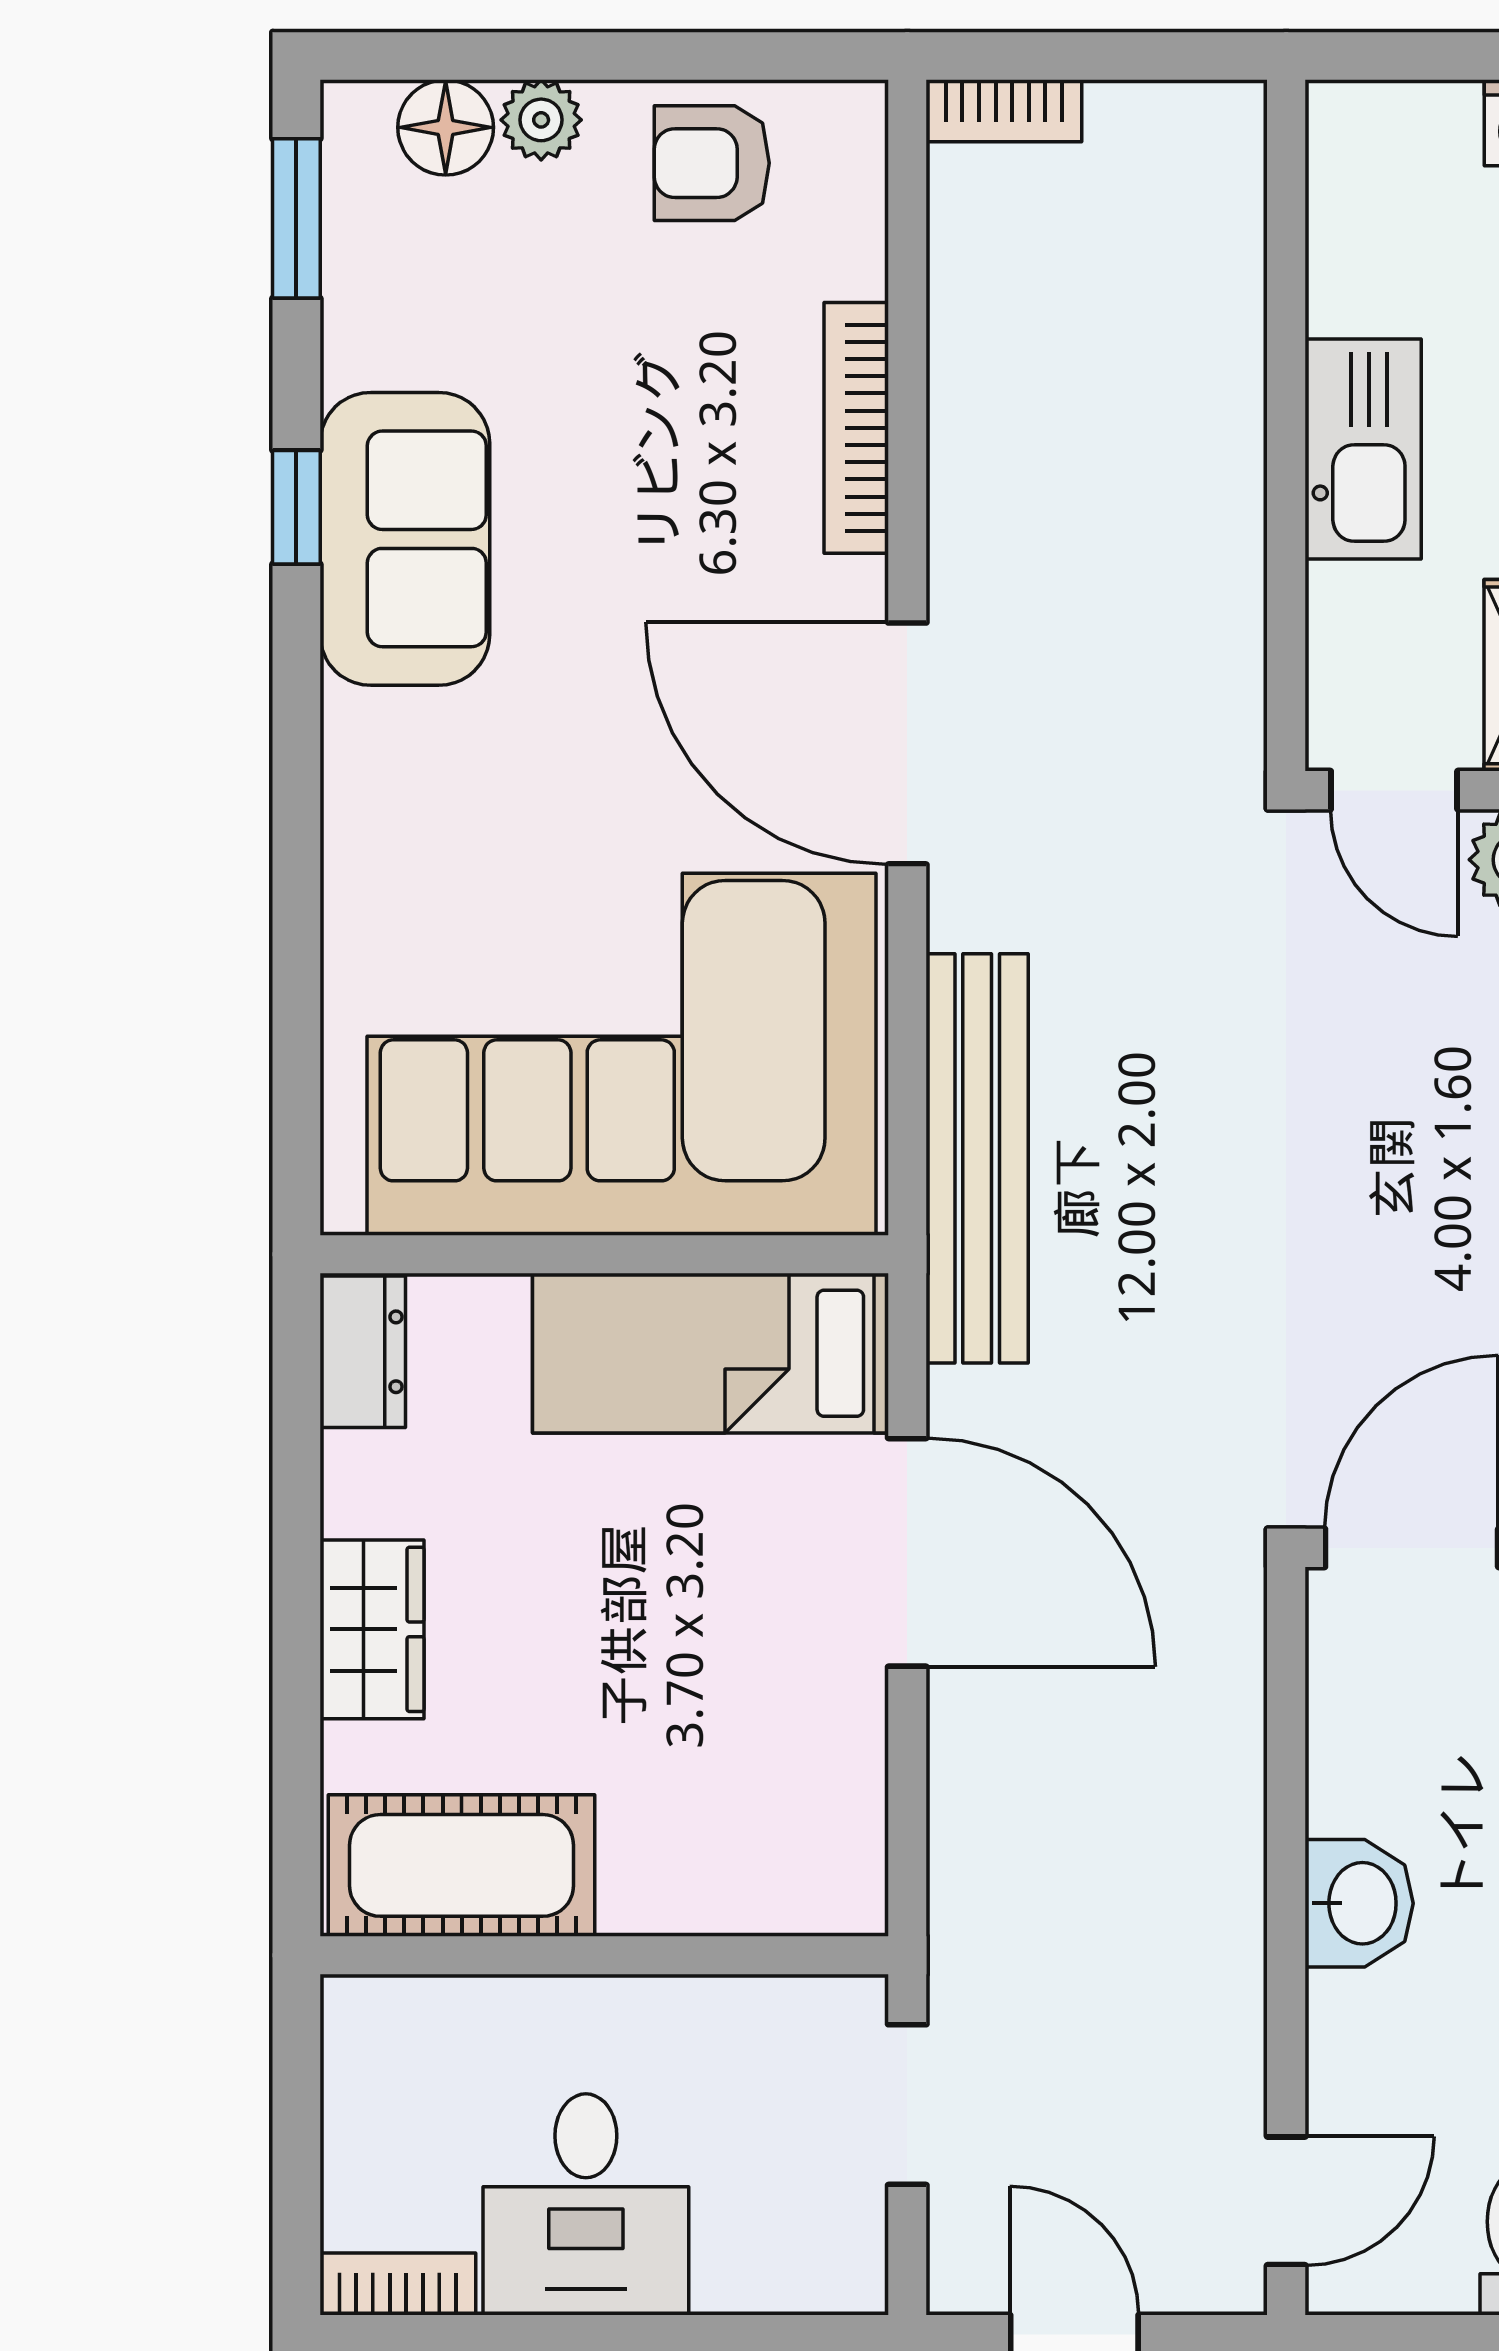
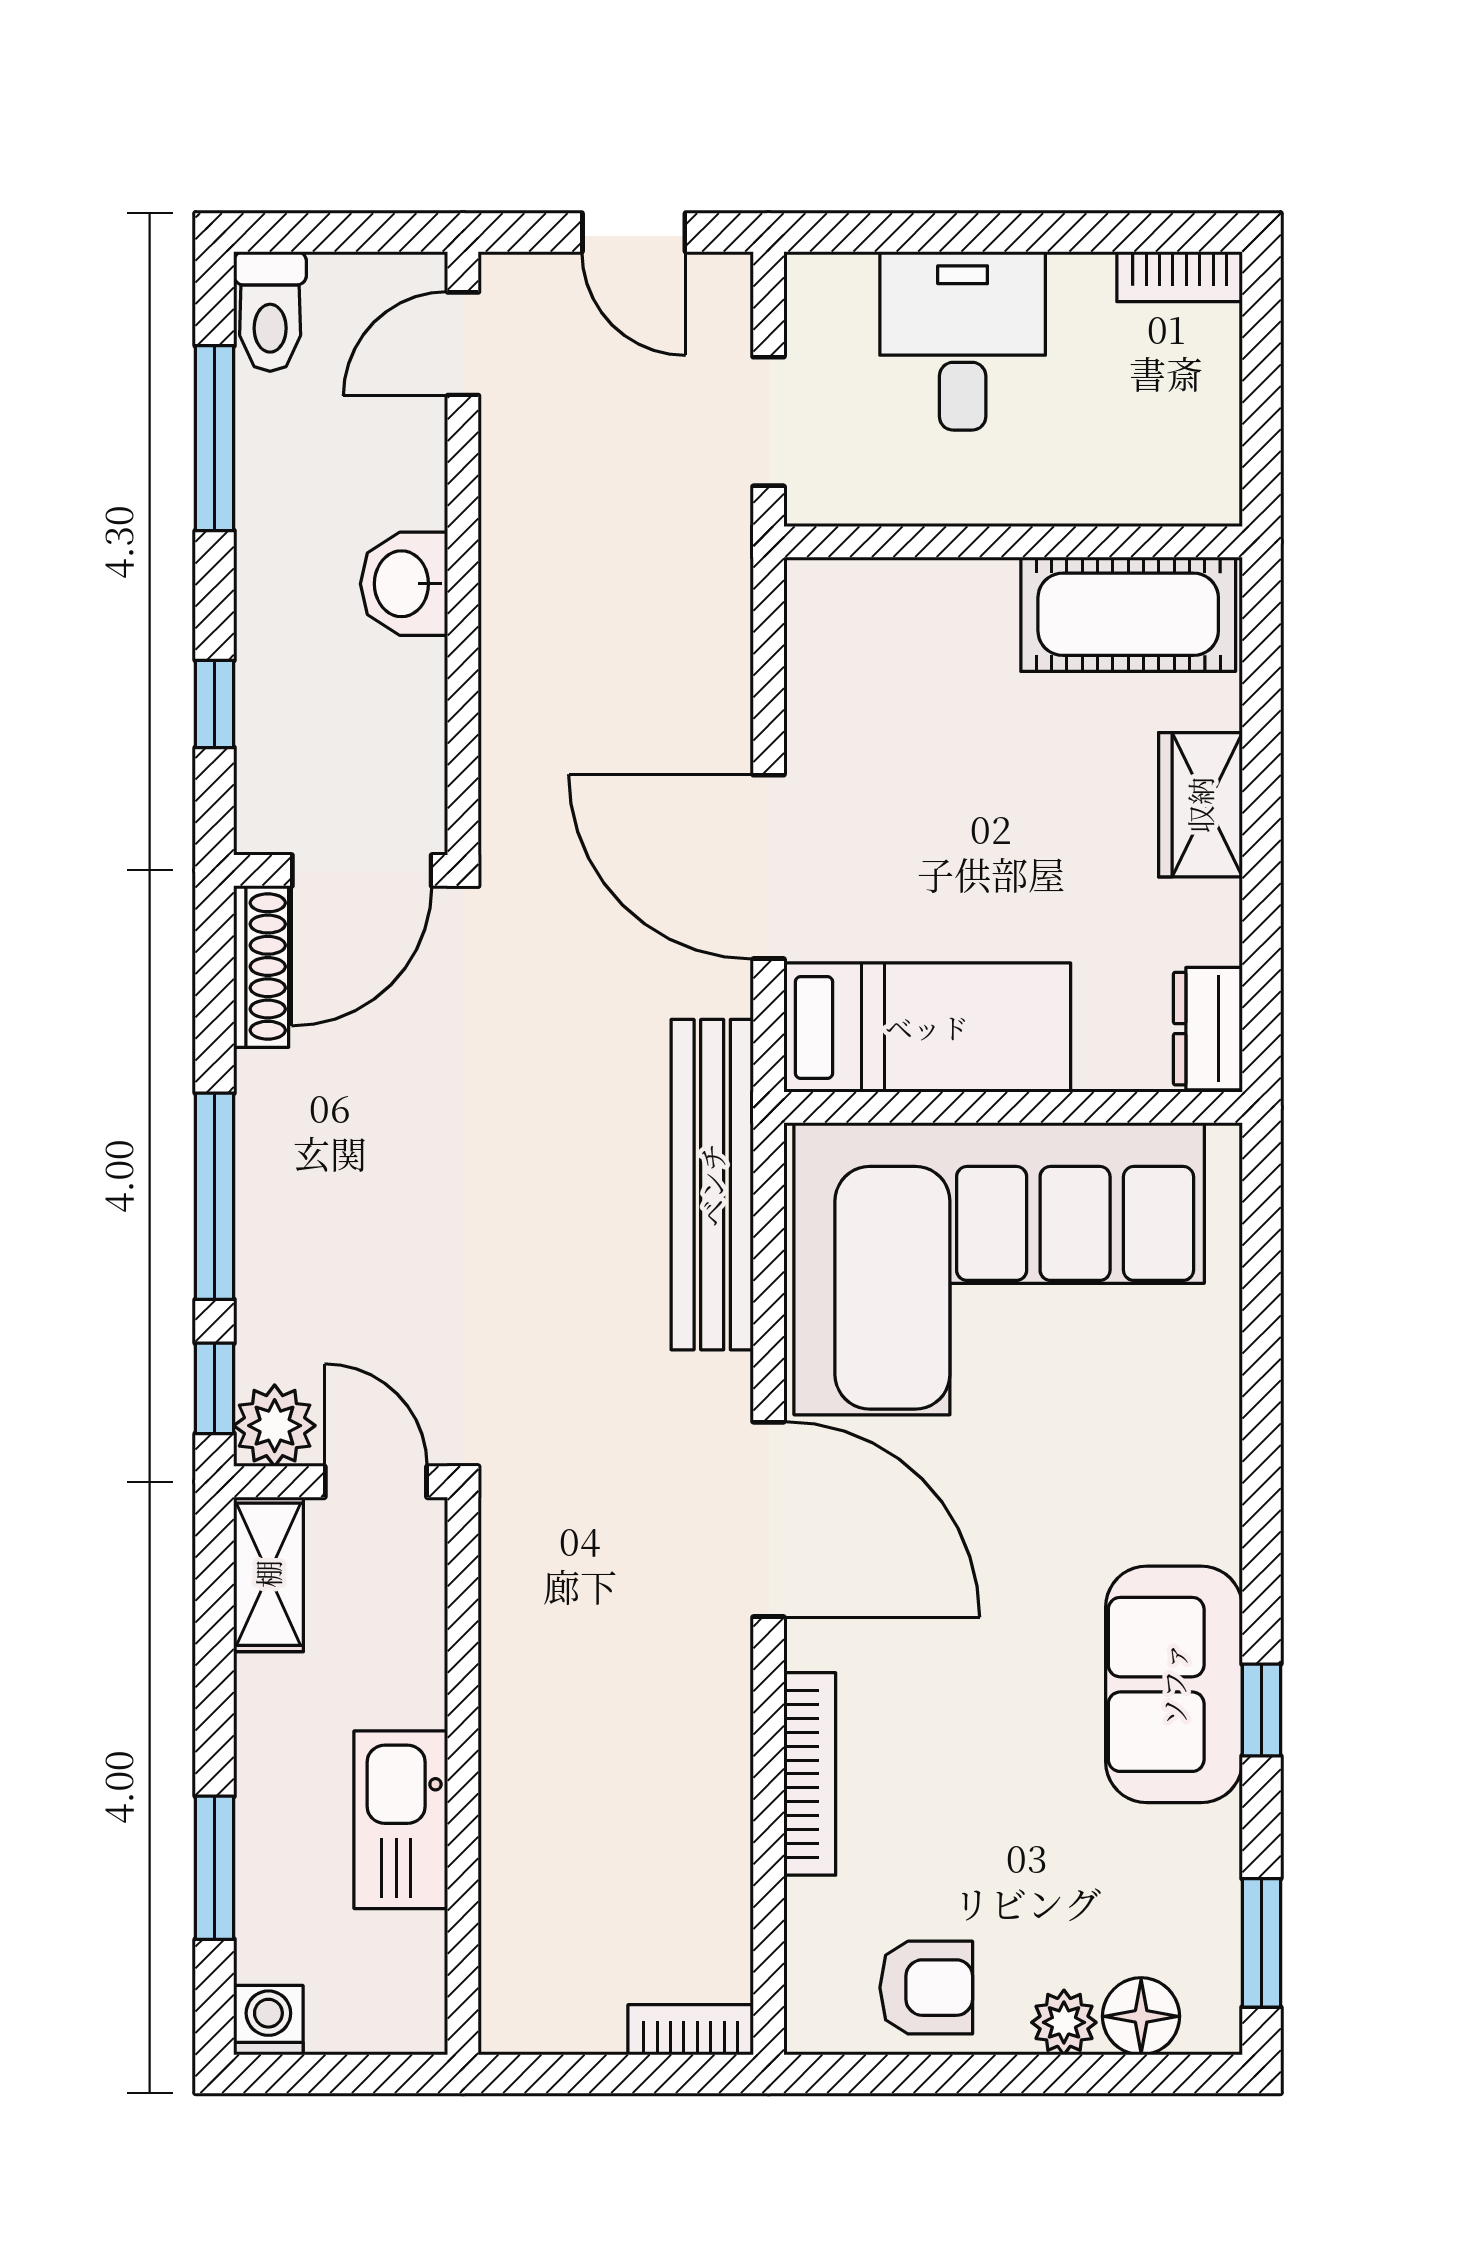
kitchen sink: (1363, 449) -> (401, 1820), moved
desk: (586, 2204) -> (963, 341), moved

